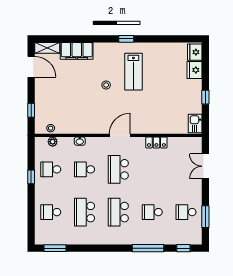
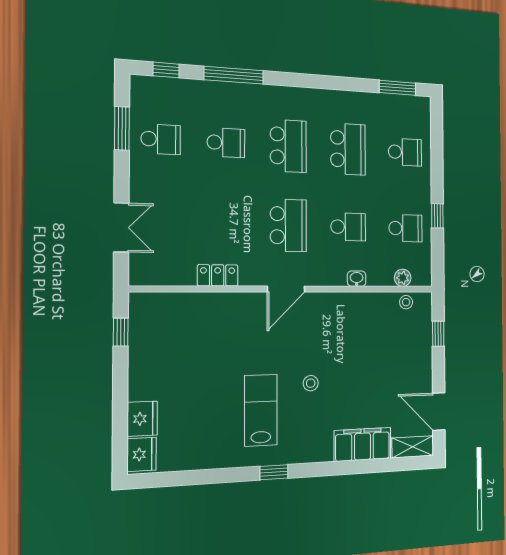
window: (205, 97) -> (121, 332), moved
kitchen sink: (195, 123) -> (142, 312), removed

